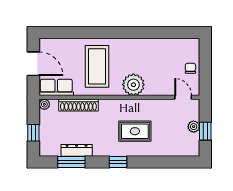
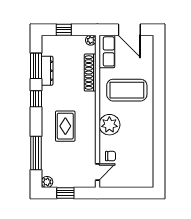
door: (33, 64) -> (129, 30), hinge flipped
chair: (190, 68) -> (110, 156), moved
plant: (194, 127) -> (47, 182), moved
window: (118, 162) -> (36, 99), moved
window: (163, 162) -> (36, 153), added

